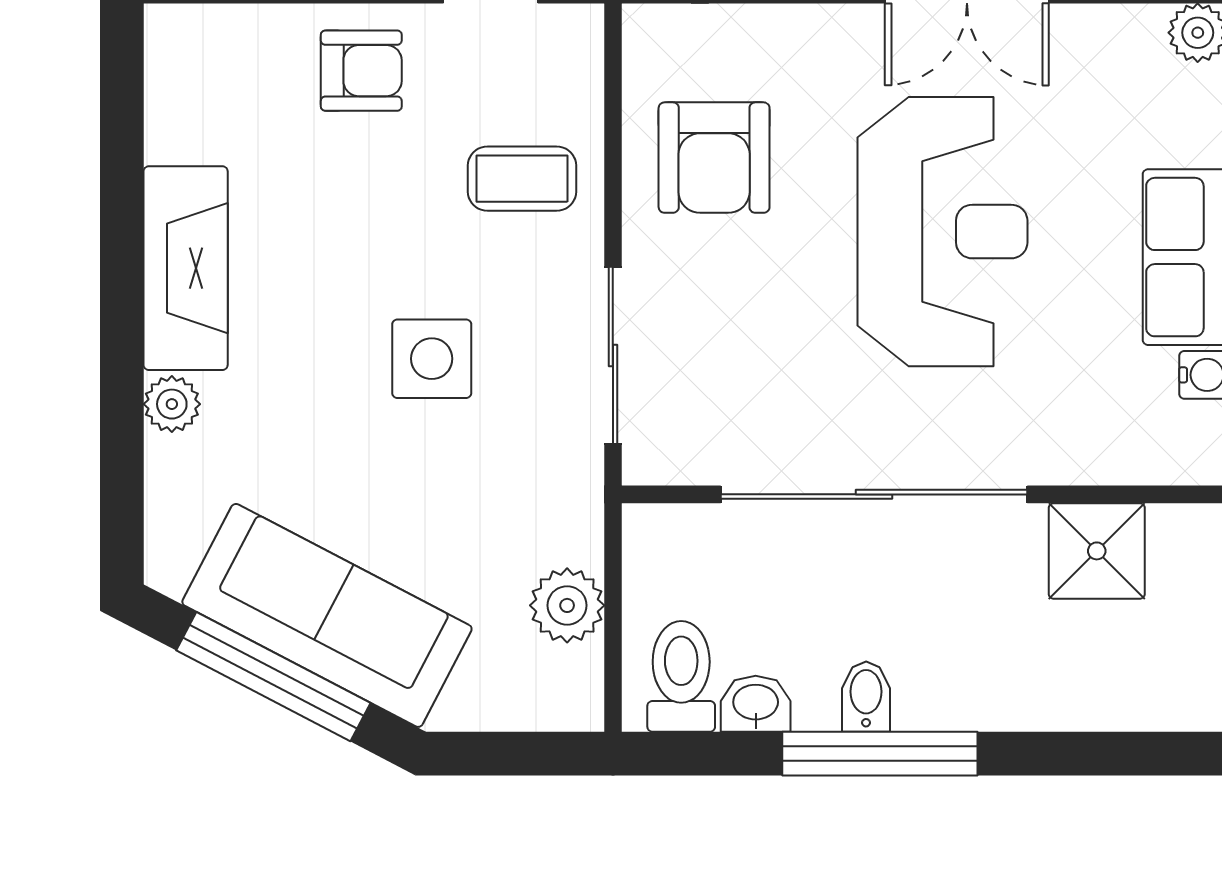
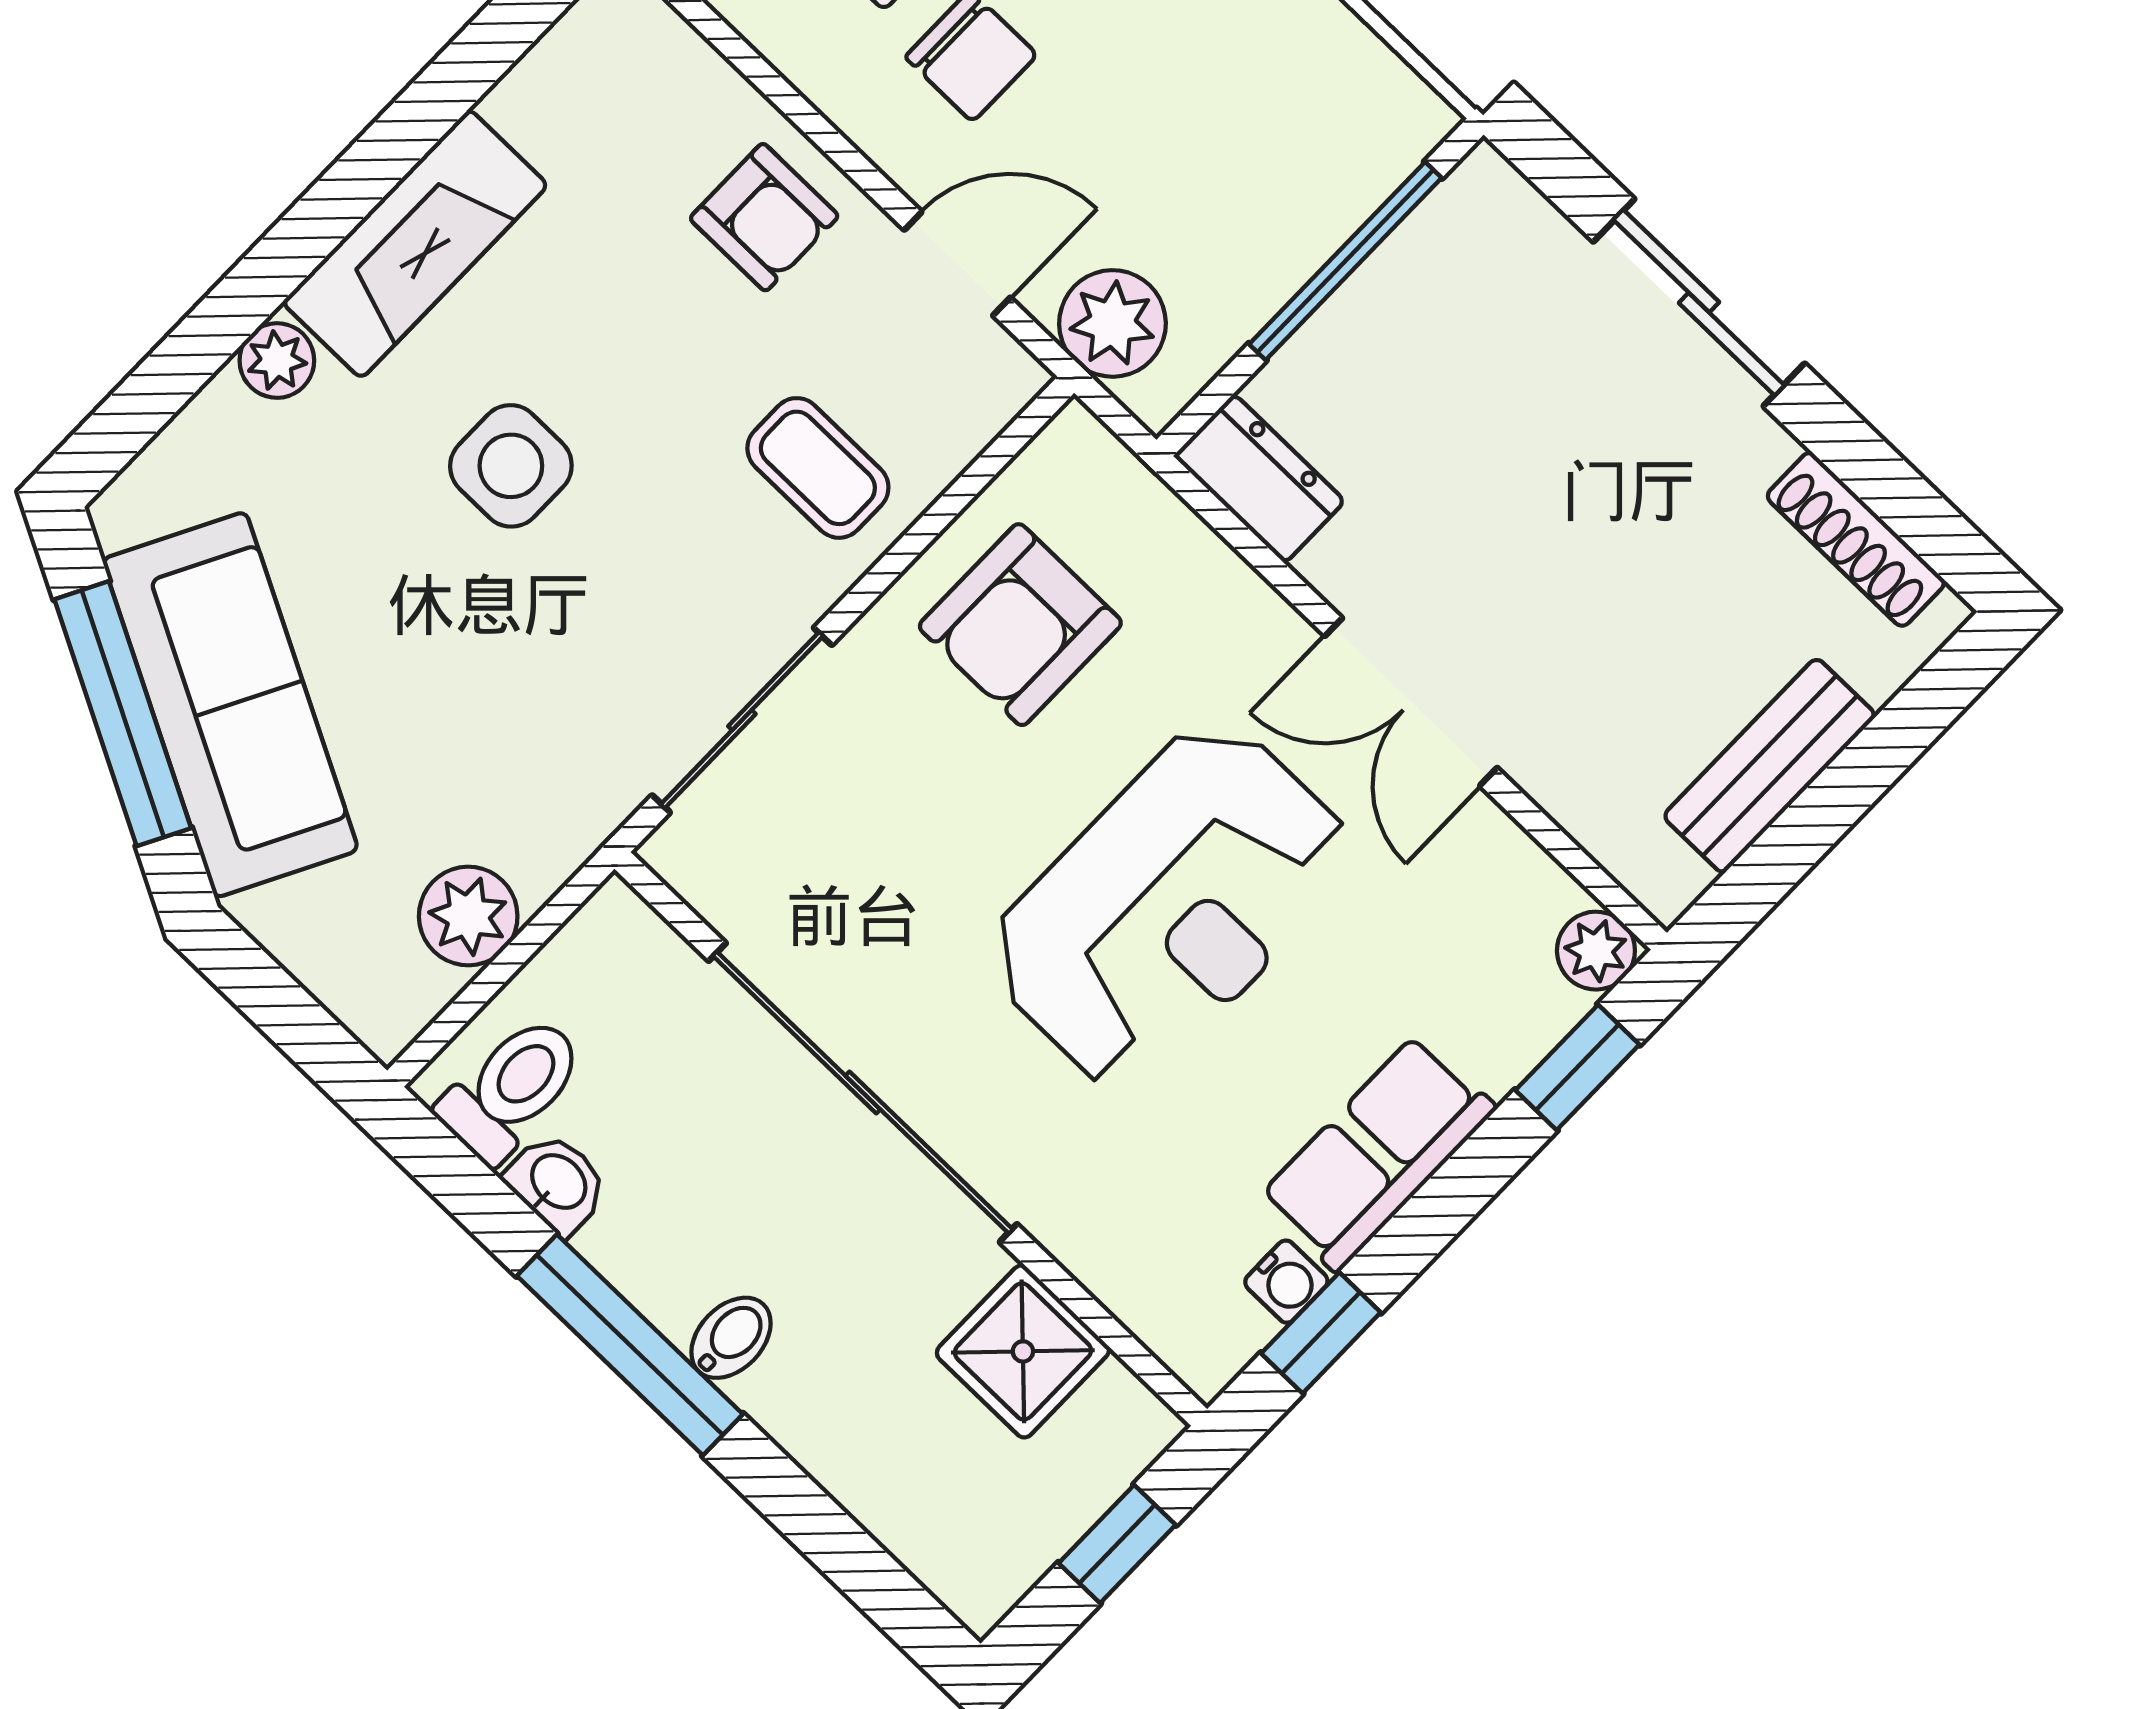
side table: (432, 359) -> (511, 466), moved
bidet: (866, 697) -> (731, 1338), moved

